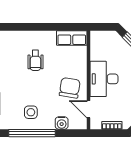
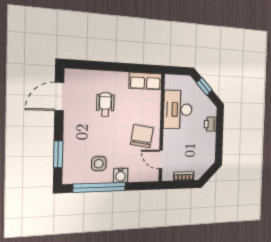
wheelchair: (35, 60) -> (105, 105), turned 180
desk: (104, 79) -> (178, 110), moved
water cooler: (62, 123) -> (121, 175), moved

